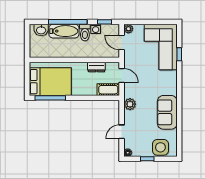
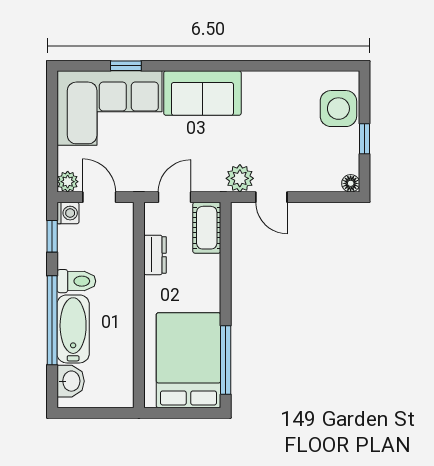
washing machine: (96, 29) -> (68, 213), moved
door: (122, 42) -> (99, 197), swing flipped
sofa: (167, 112) -> (202, 93), moved
door: (122, 132) -> (271, 197), moved

